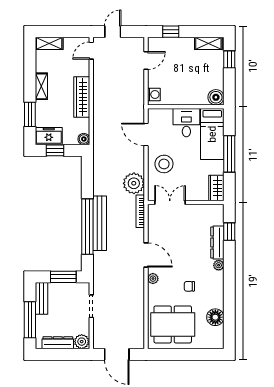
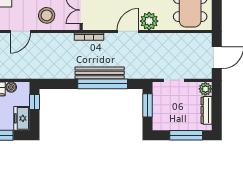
boiler: (84, 139) -> (11, 87), moved
window: (55, 150) -> (34, 102), moved
plant: (134, 183) -> (64, 42), removed
plant: (153, 279) -> (149, 21), width x1.87, depth x1.87
bench: (42, 298) -> (167, 125), removed

